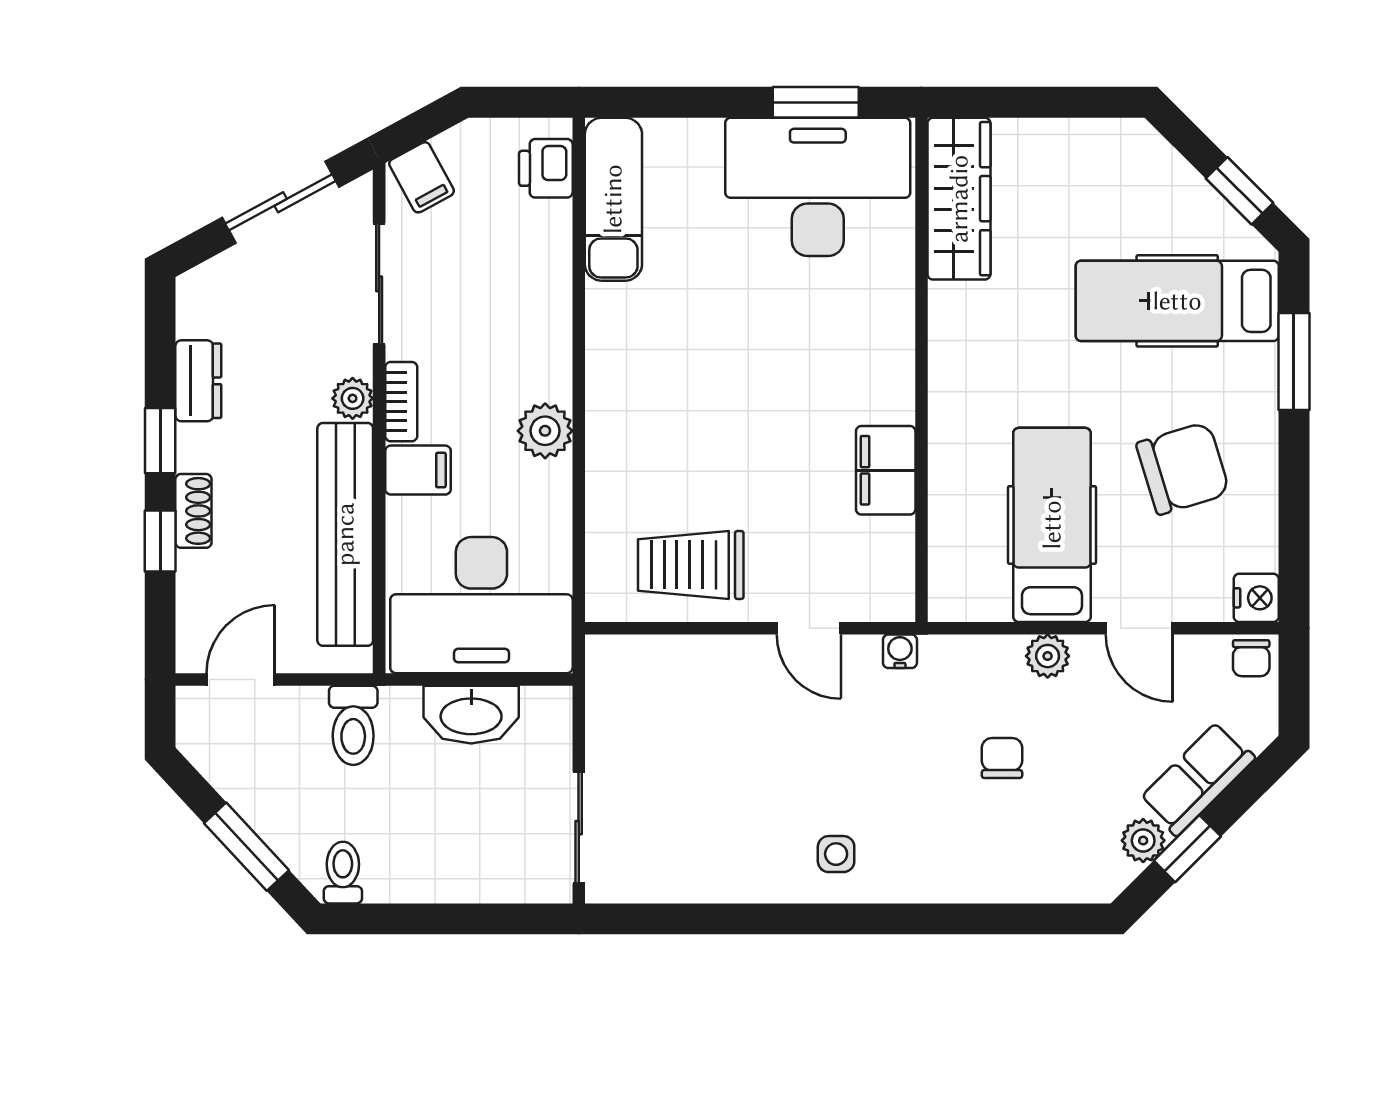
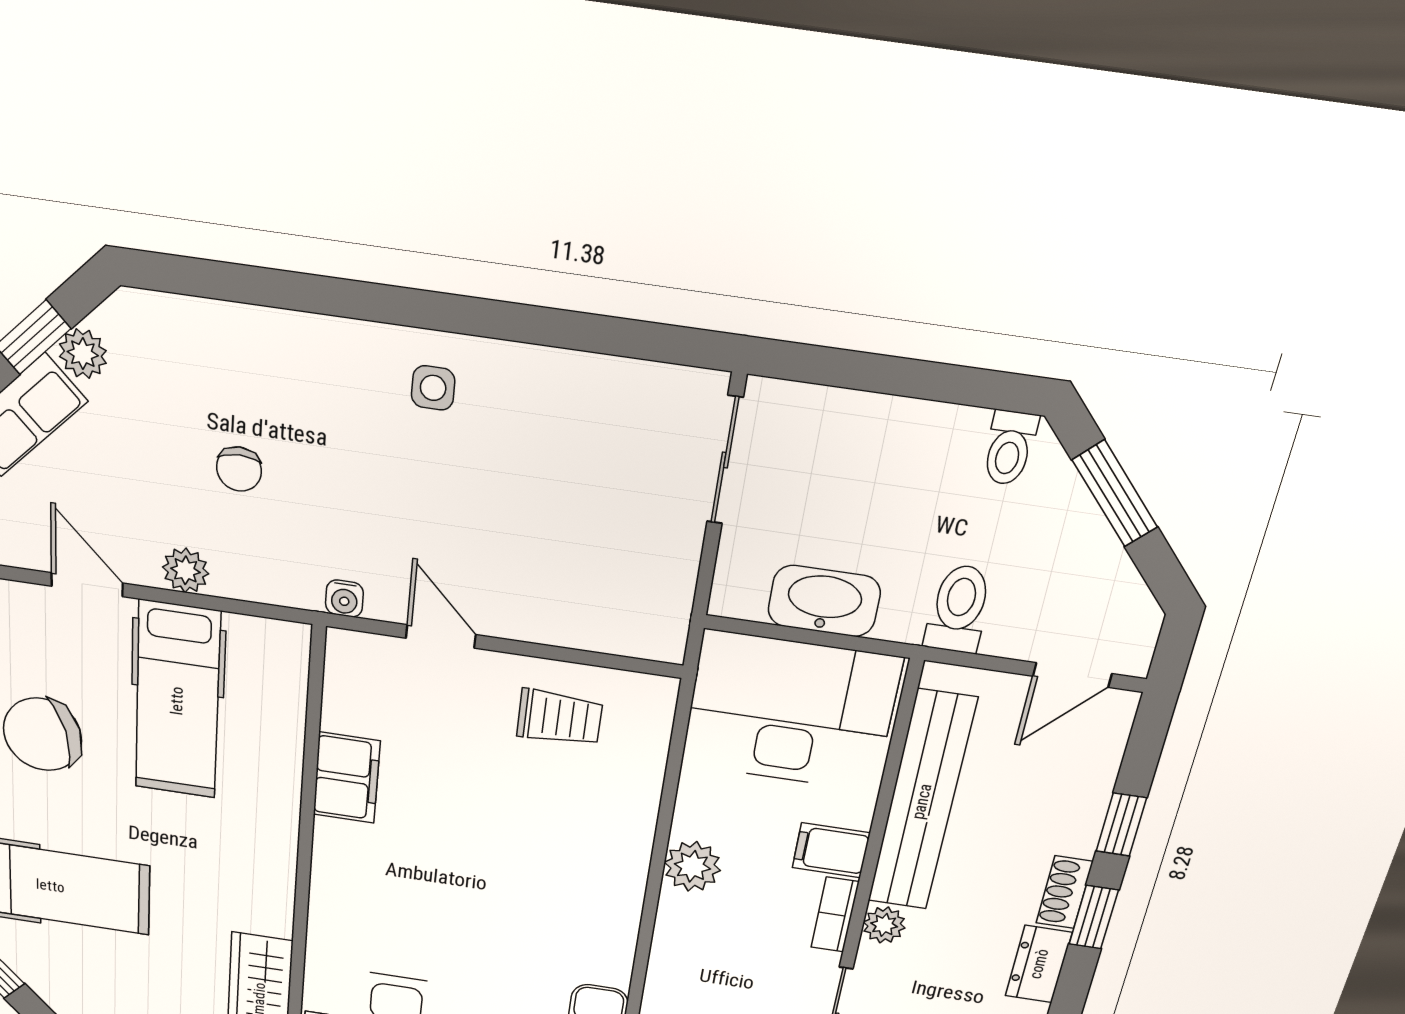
shoe rack: (193, 511) -> (1064, 892), moved
trolley: (691, 565) -> (560, 718), width x0.73, depth x0.72

